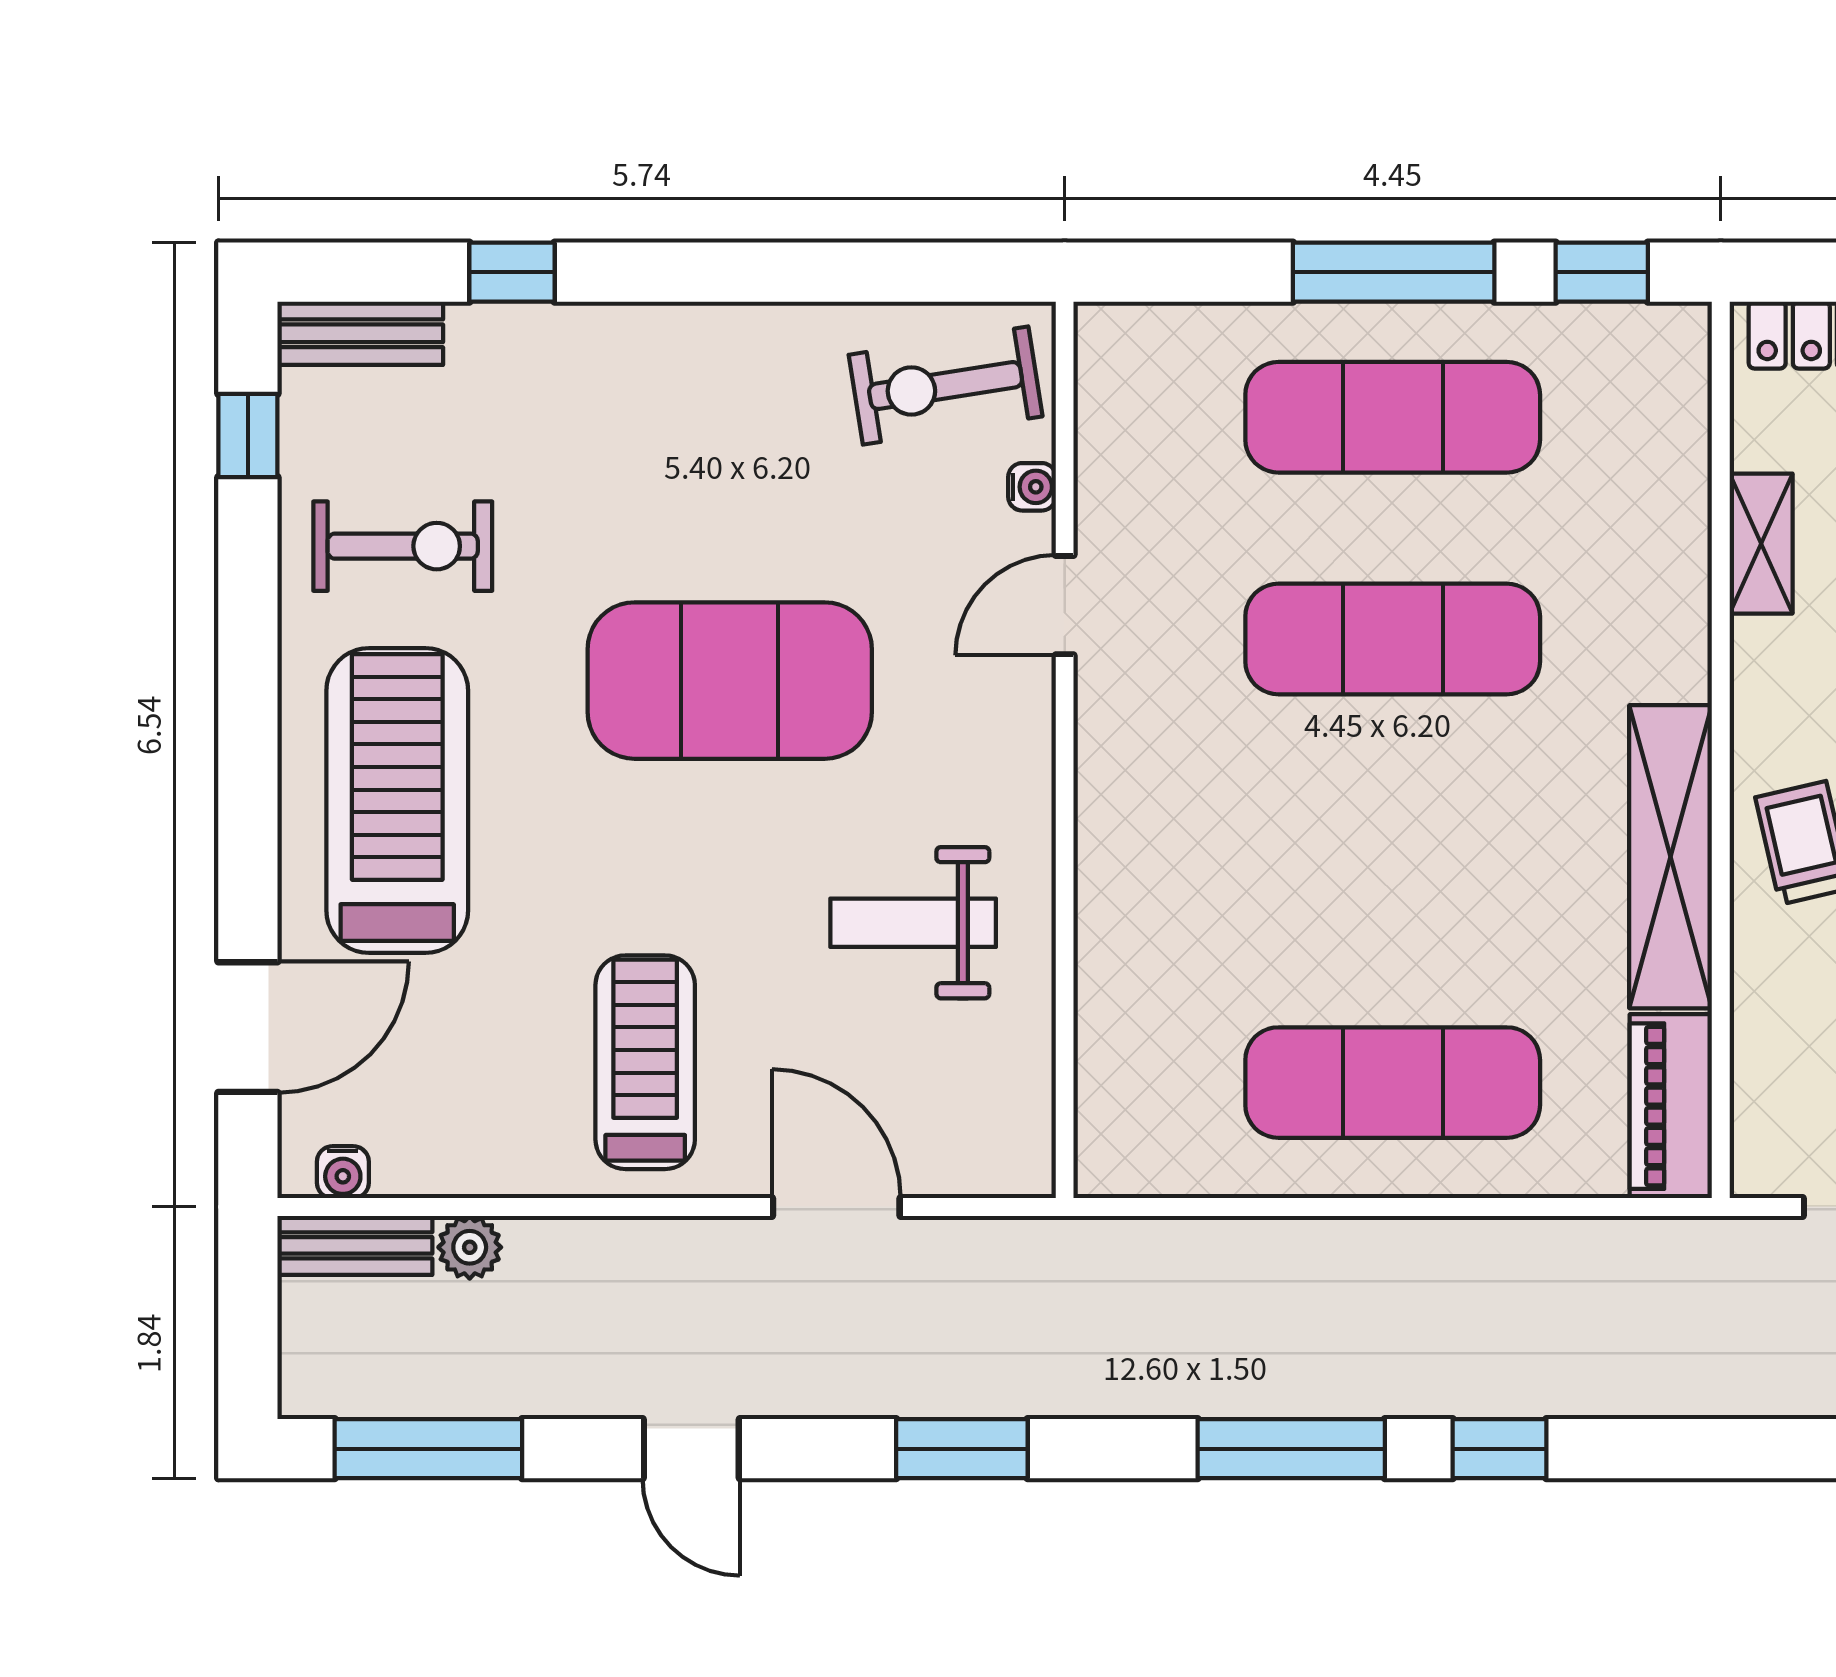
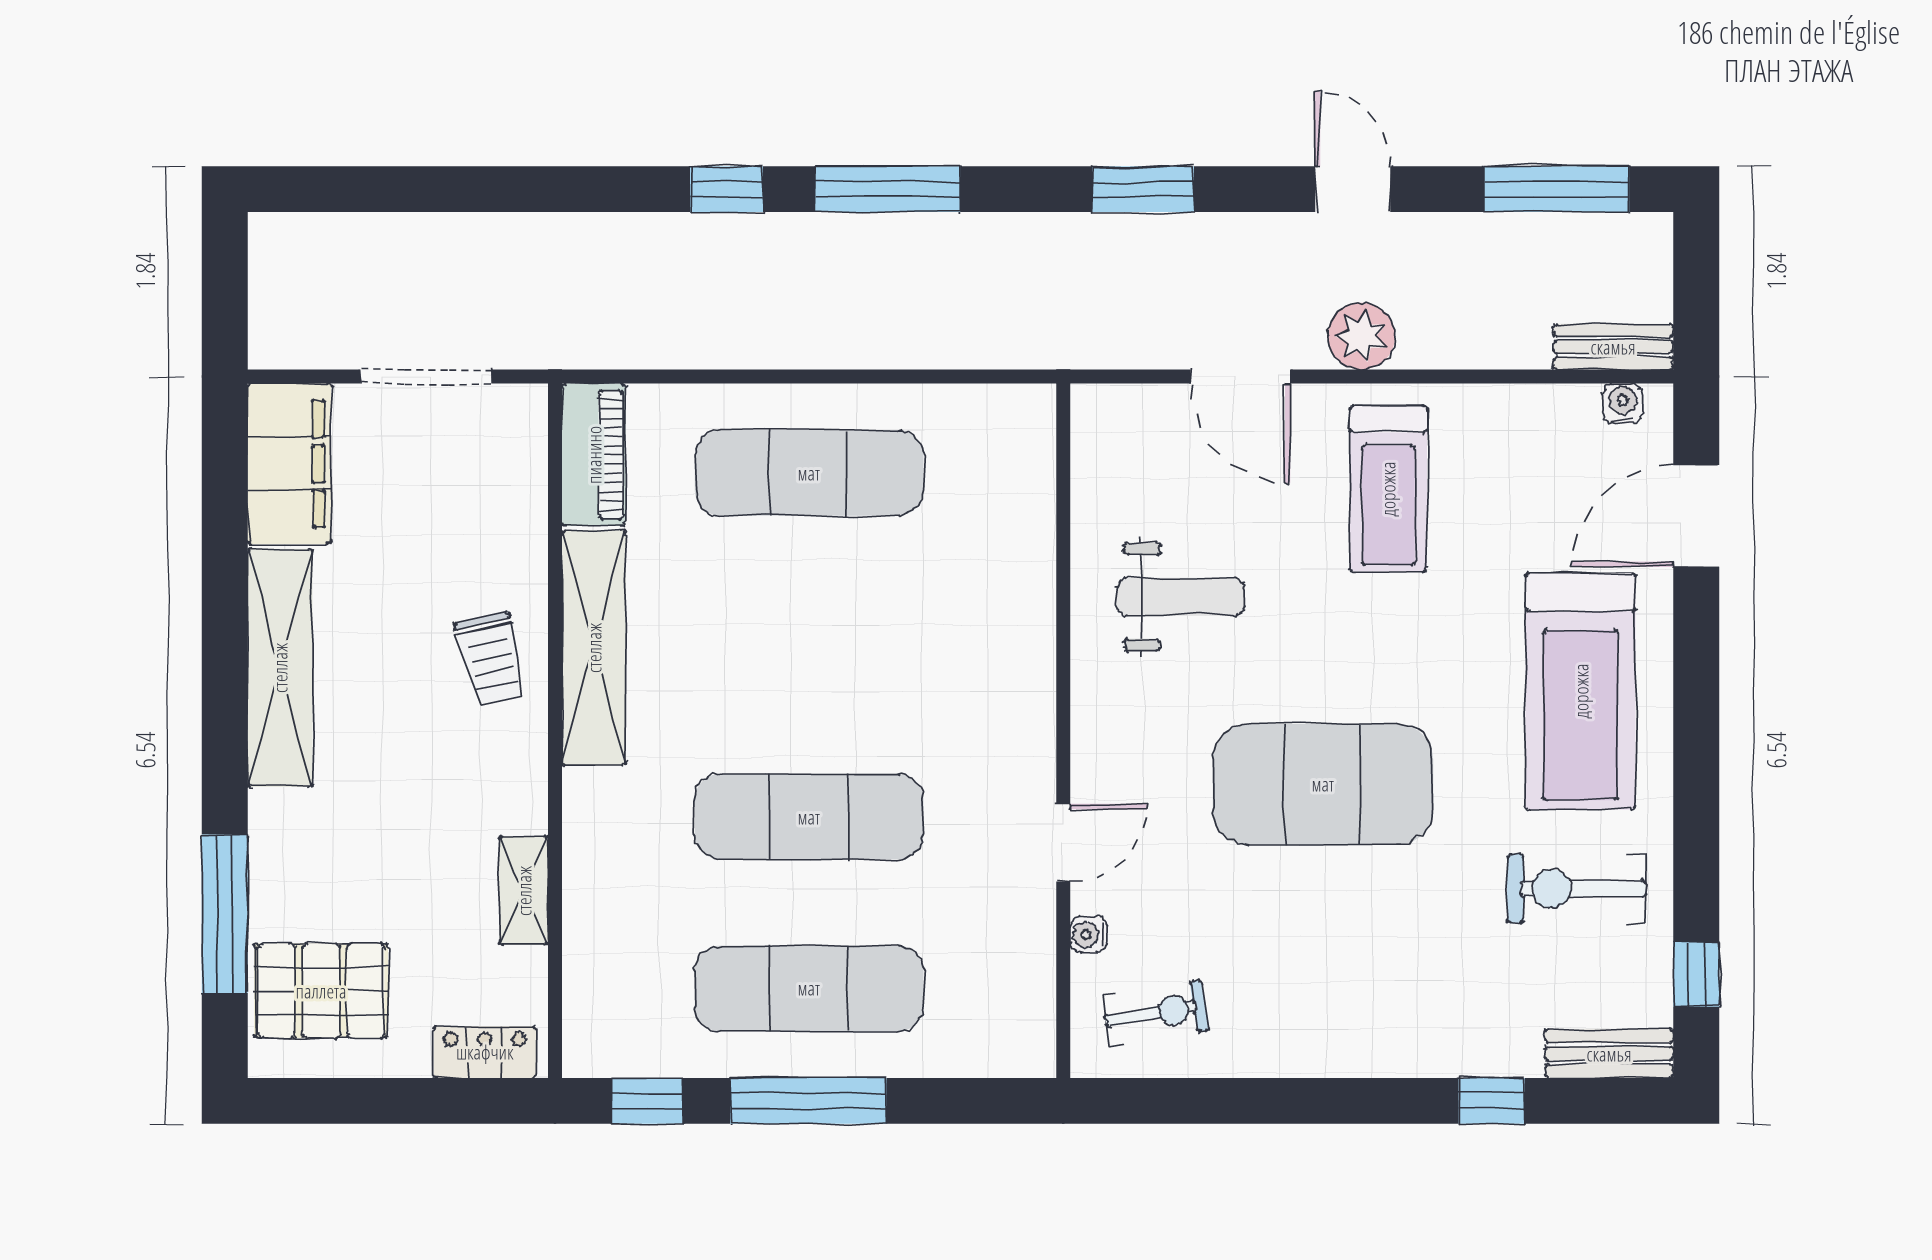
exercise bike: (946, 386) -> (1156, 1013), width x0.73, depth x0.72
plant: (470, 1247) -> (1361, 336), moved, width x1.38, depth x1.38

